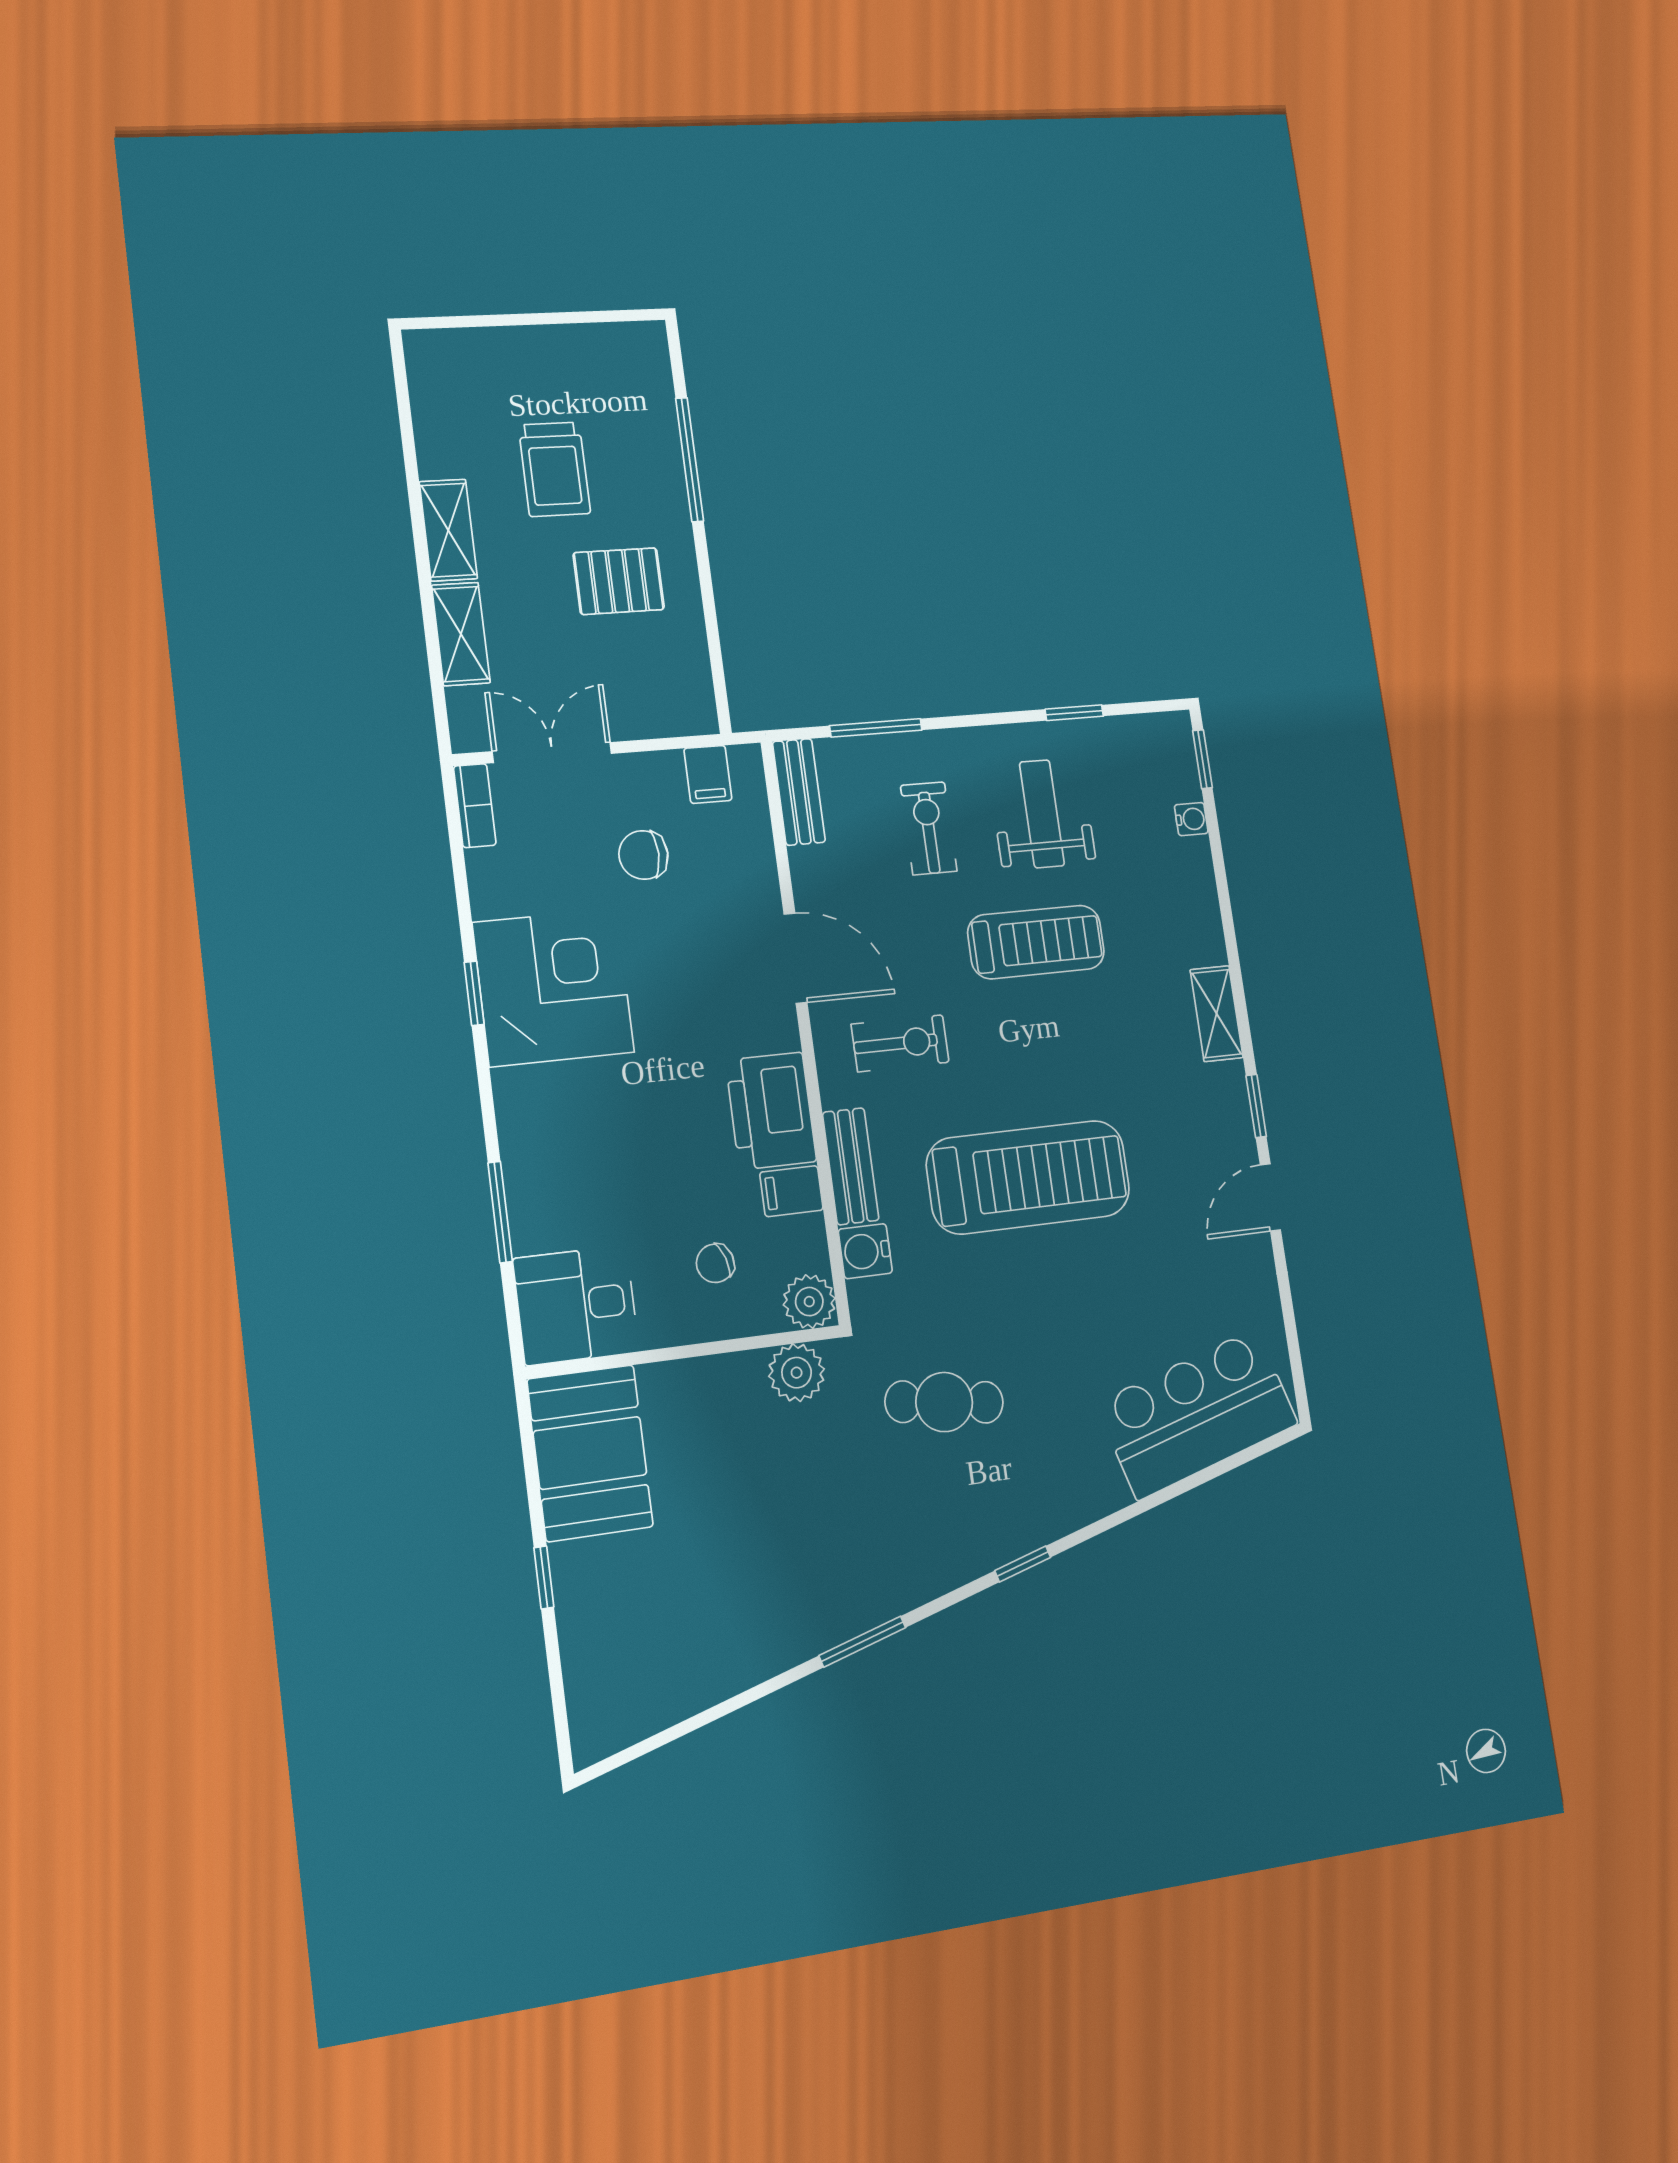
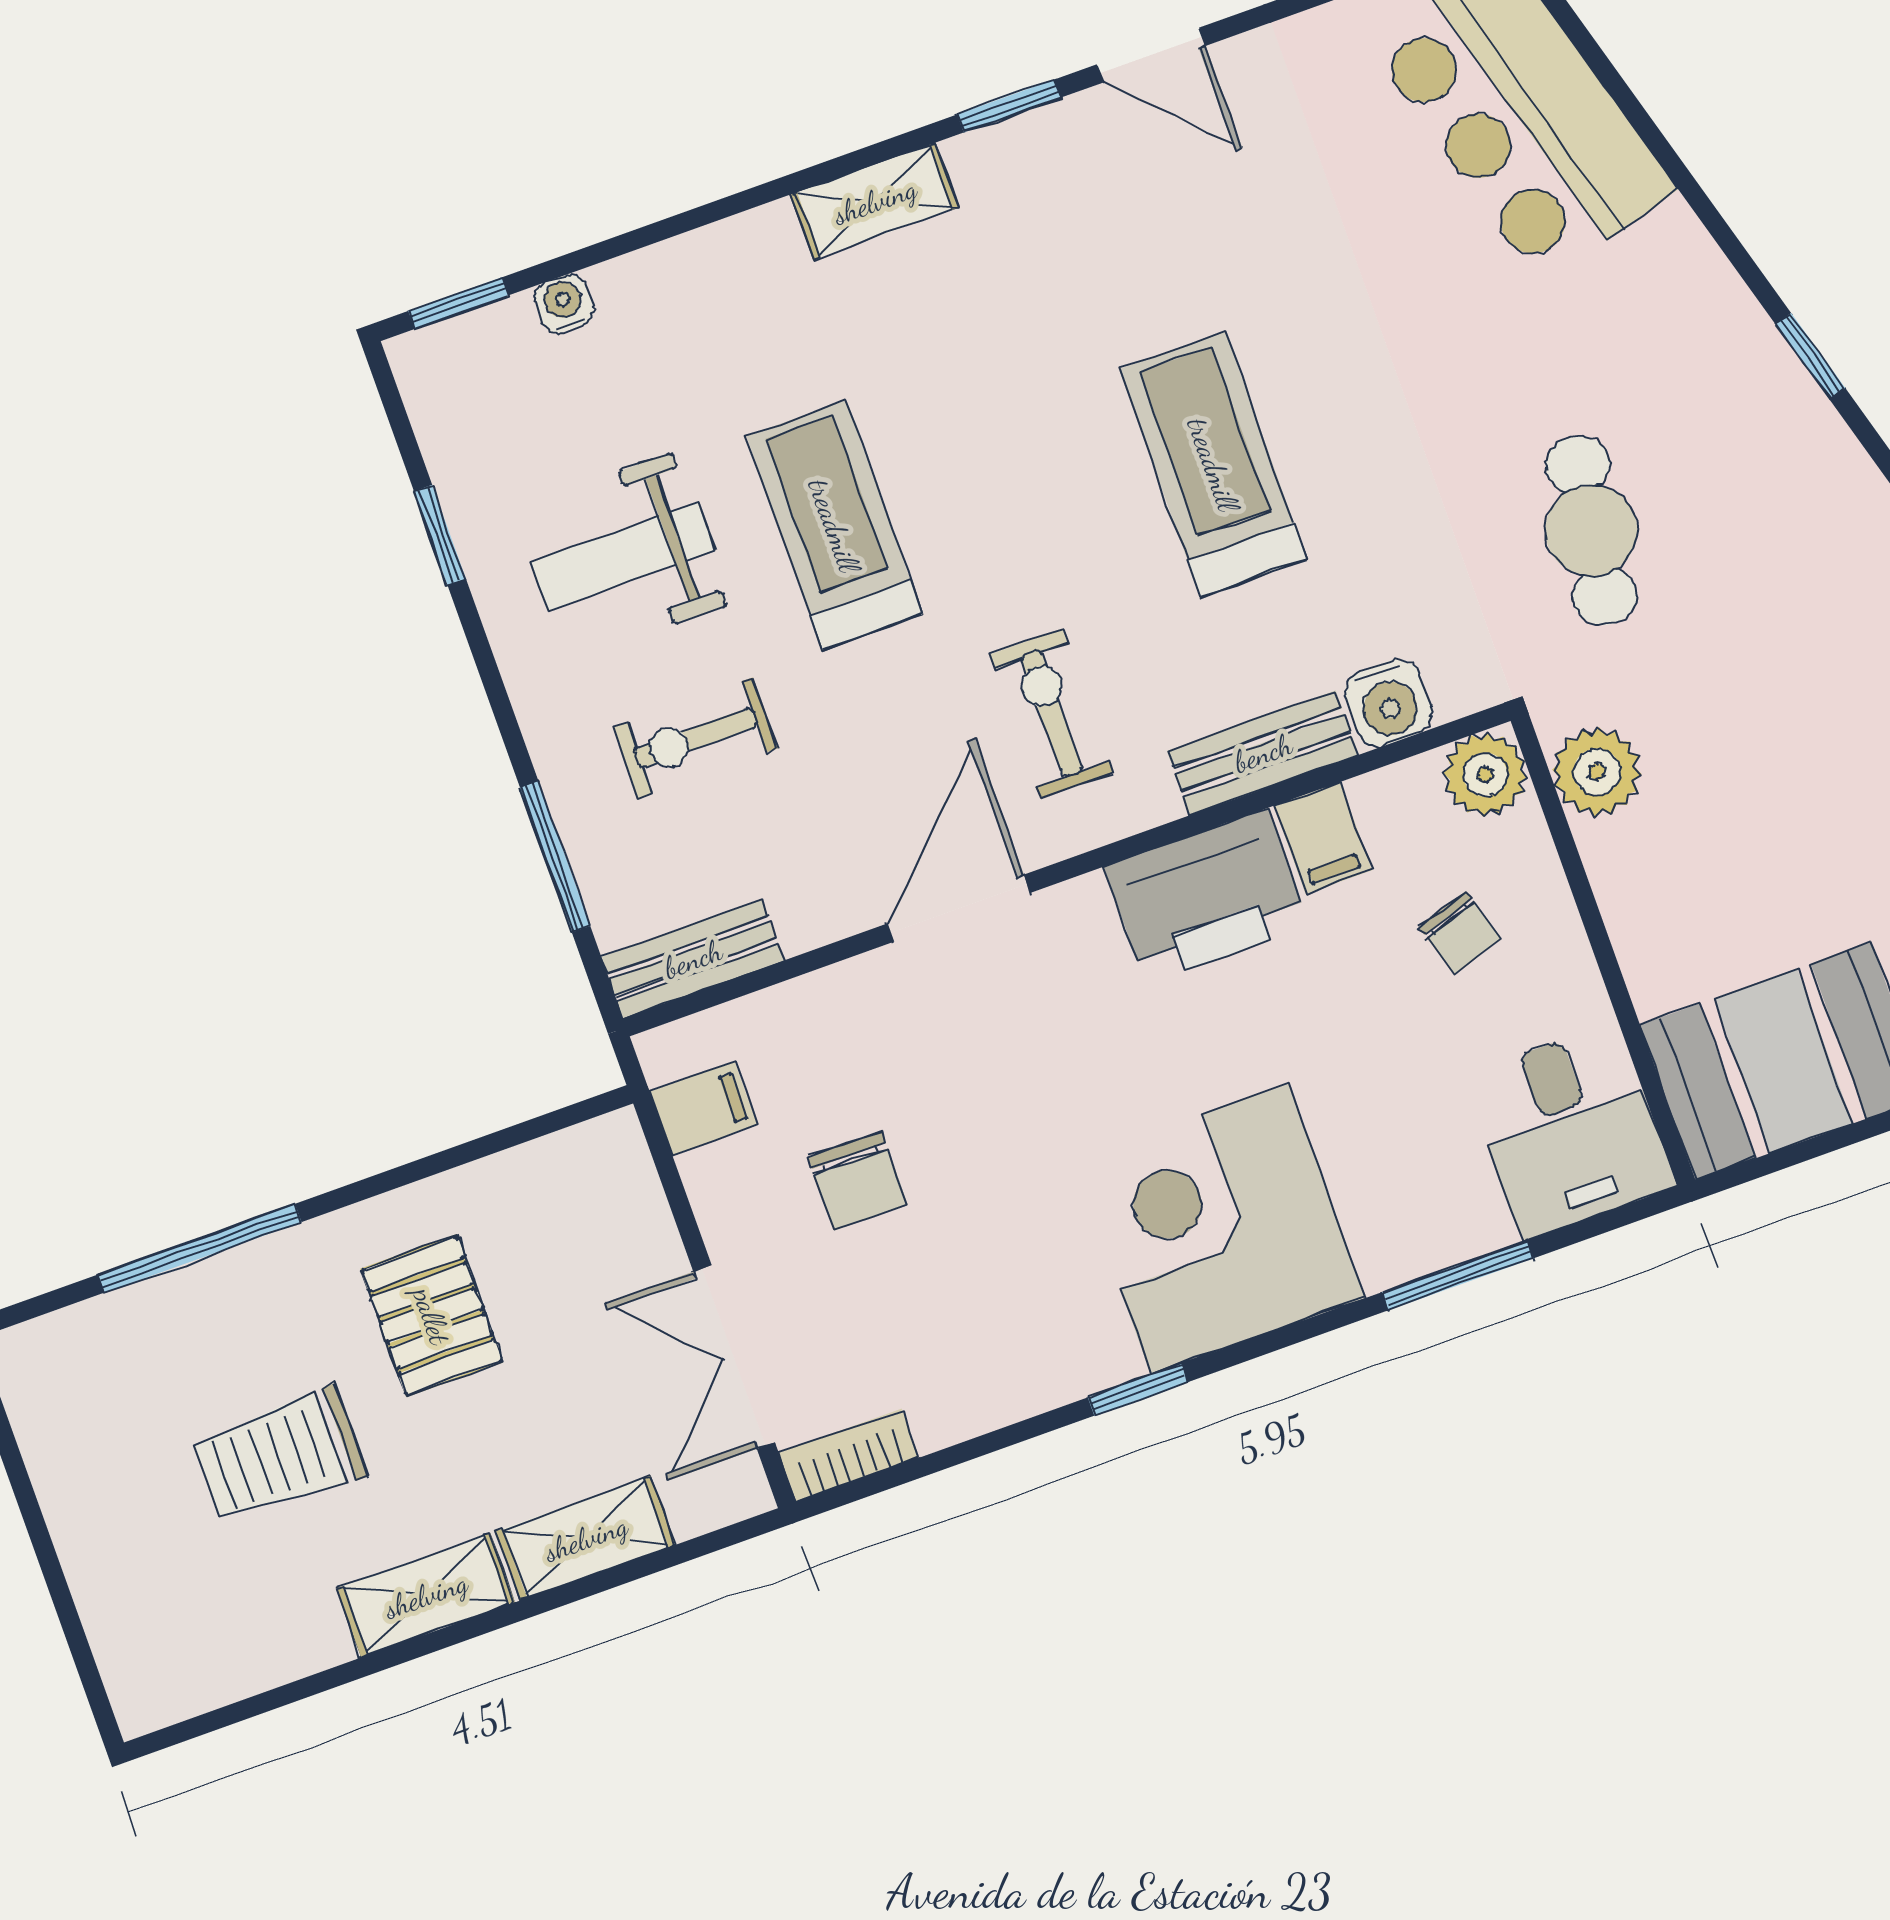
trolley: (554, 469) -> (279, 1456), turned 180
corner desk: (553, 987) -> (1220, 1229), moved
treadmill: (1028, 1177) -> (1213, 464), width x0.73, depth x0.73

